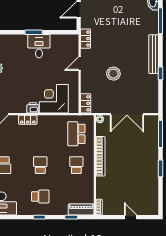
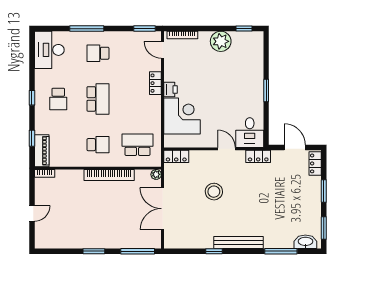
desk: (39, 46) -> (250, 133), moved, turned 90
school desk: (40, 165) -> (98, 99), width x1.85

